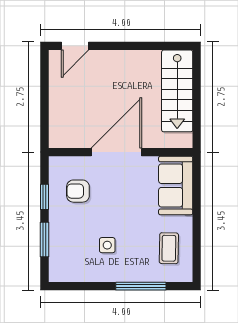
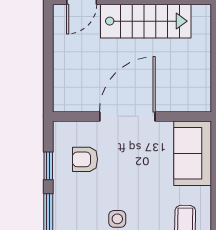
stairs: (177, 91) -> (146, 21), moved, turned -90

